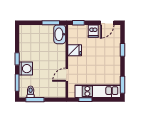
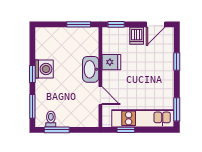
washbasin: (60, 34) -> (91, 69), moved
washing machine: (26, 69) -> (44, 69), moved
door: (67, 75) -> (100, 96), swing flipped

